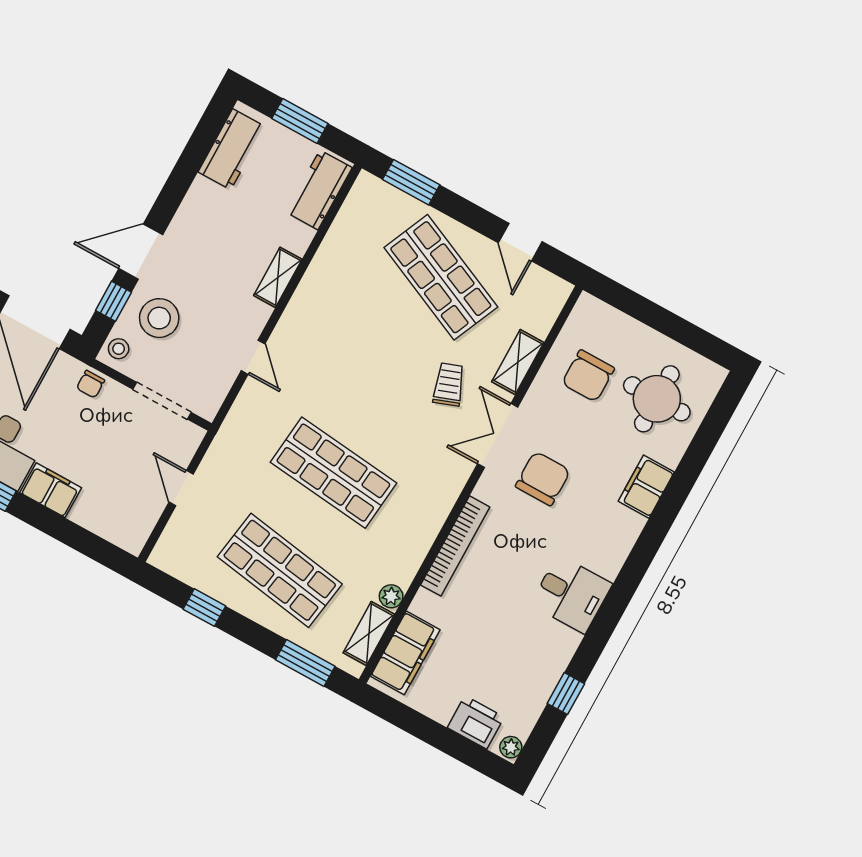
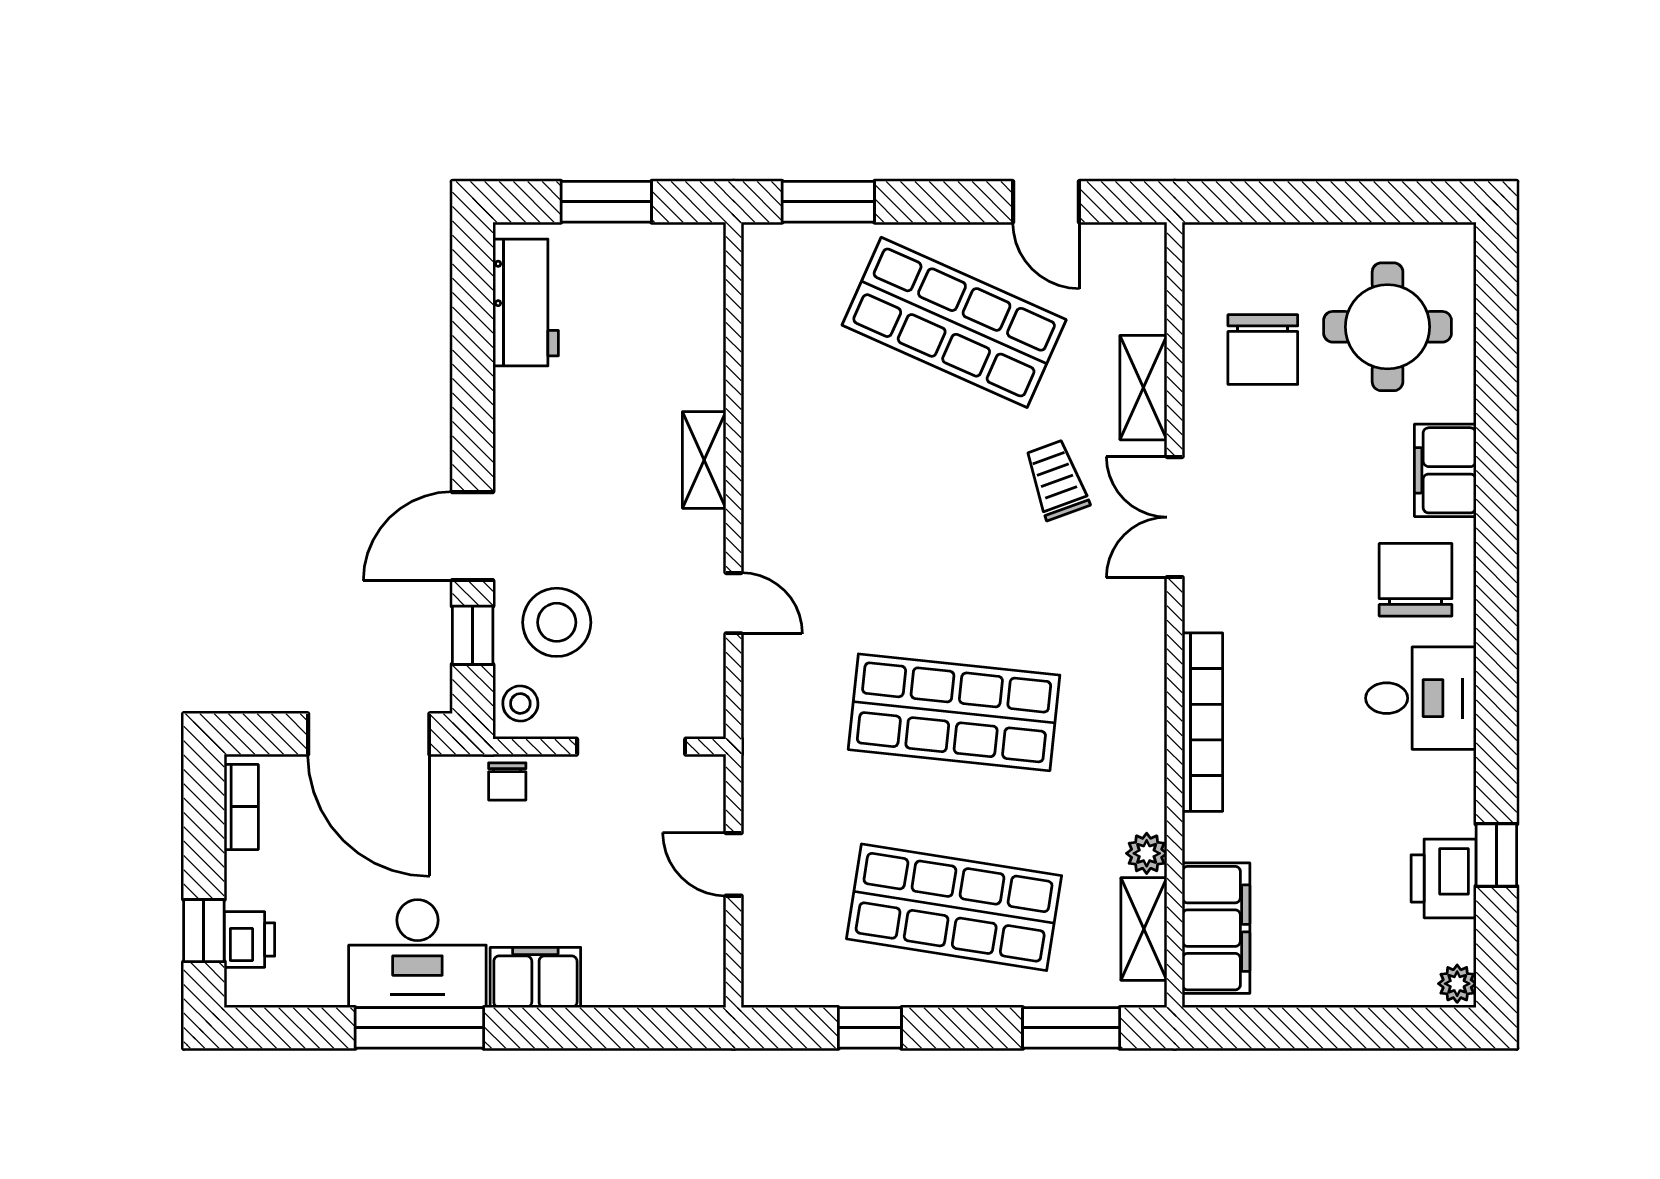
workbench: (319, 190) -> (694, 291), removed
chair: (543, 479) -> (1416, 580), moved
printer: (476, 722) -> (1444, 878), moved, turned -90

